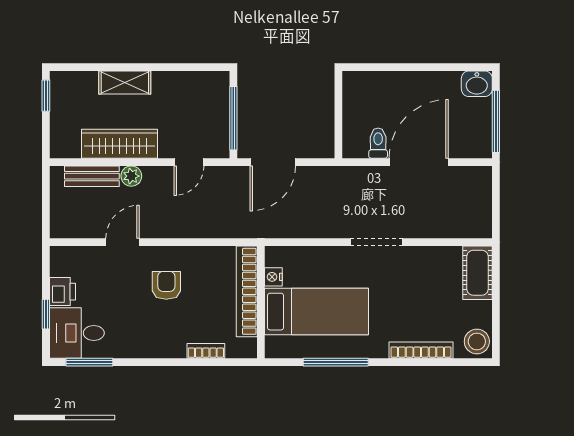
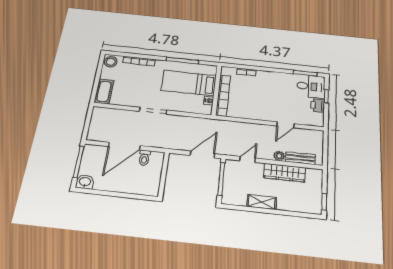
shelving: (125, 82) -> (262, 202), moved
armchair: (166, 285) -> (264, 103), removed

